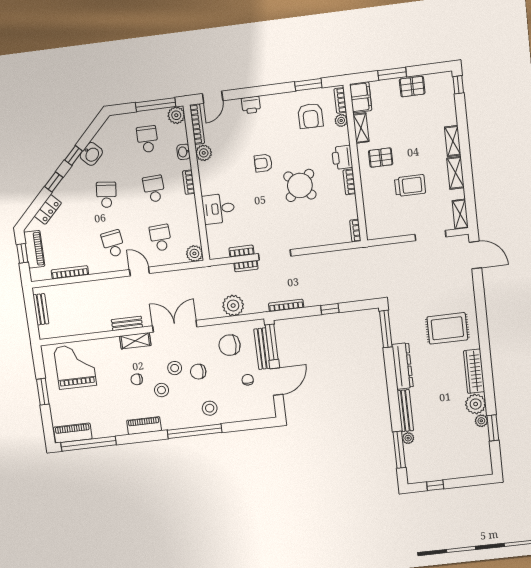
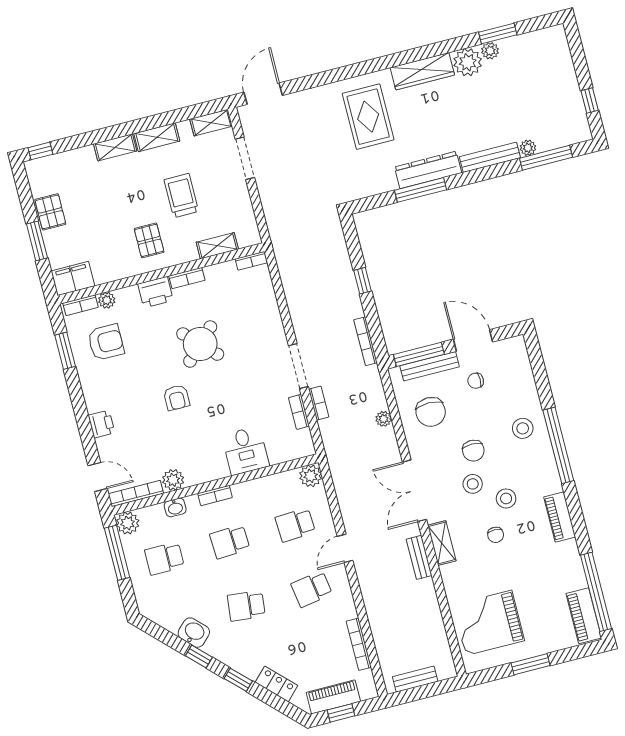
shelving: (361, 128) -> (217, 246), moved
plant: (233, 306) -> (384, 419), width x0.53, depth x0.53
window: (386, 329) -> (421, 190), moved

